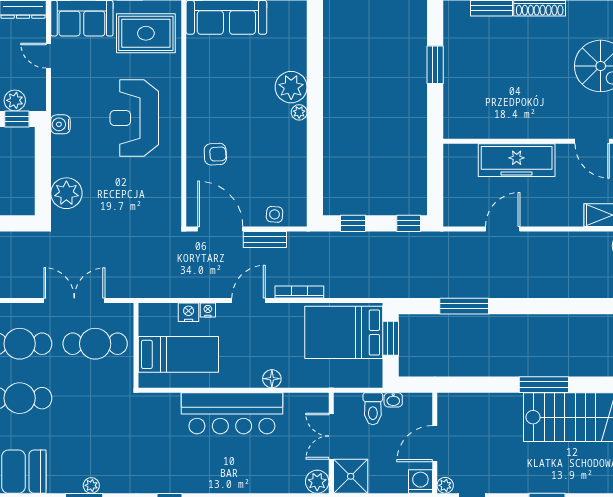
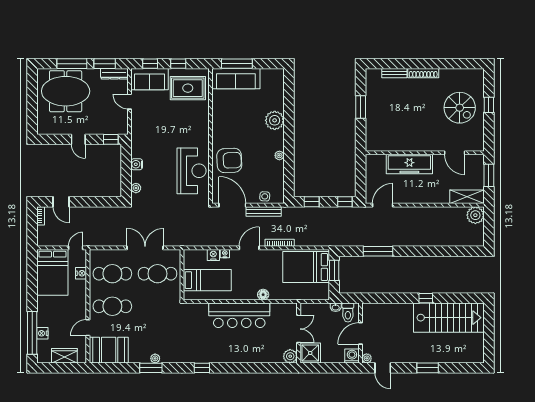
plant: (15, 100) -> (109, 128), removed
plant: (299, 112) -> (279, 155), moved
reception desk: (134, 118) -> (192, 171), moved, turned 180
water cooler: (60, 124) -> (137, 164), moved
armchair: (215, 154) -> (229, 160), width x1.88, depth x1.88
plant: (66, 193) -> (136, 188), width x0.53, depth x0.53
door: (503, 229) -> (383, 205), moved
bench: (265, 239) -> (264, 211), width x1.36
window: (544, 385) -> (426, 298), width x0.46
toilet: (373, 409) -> (348, 313), moved
double door: (331, 436) -> (299, 329), swing flipped

